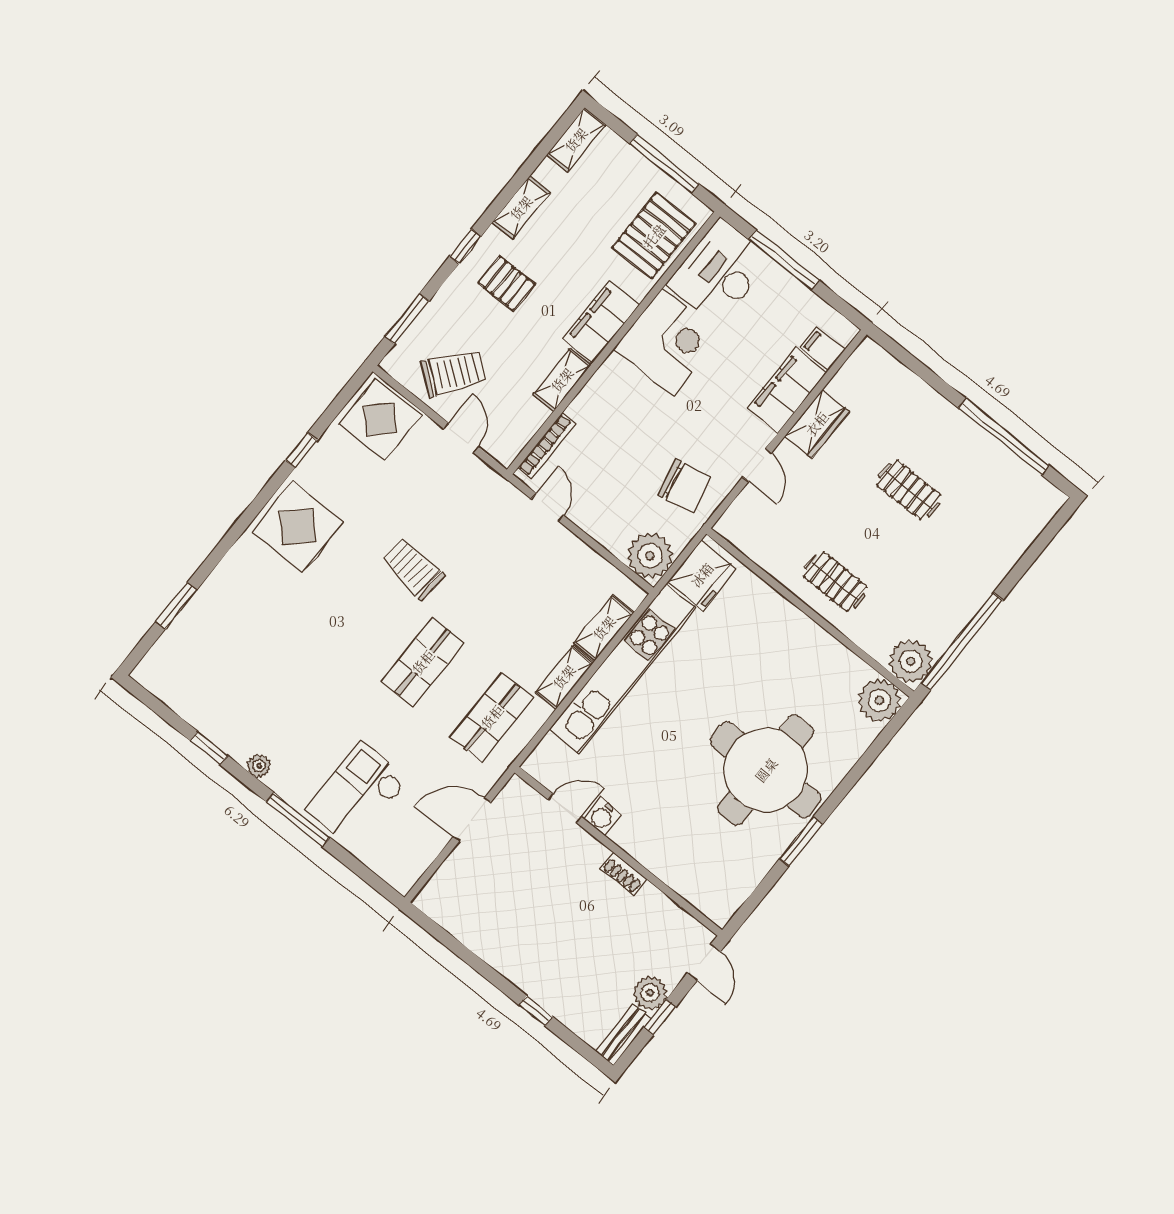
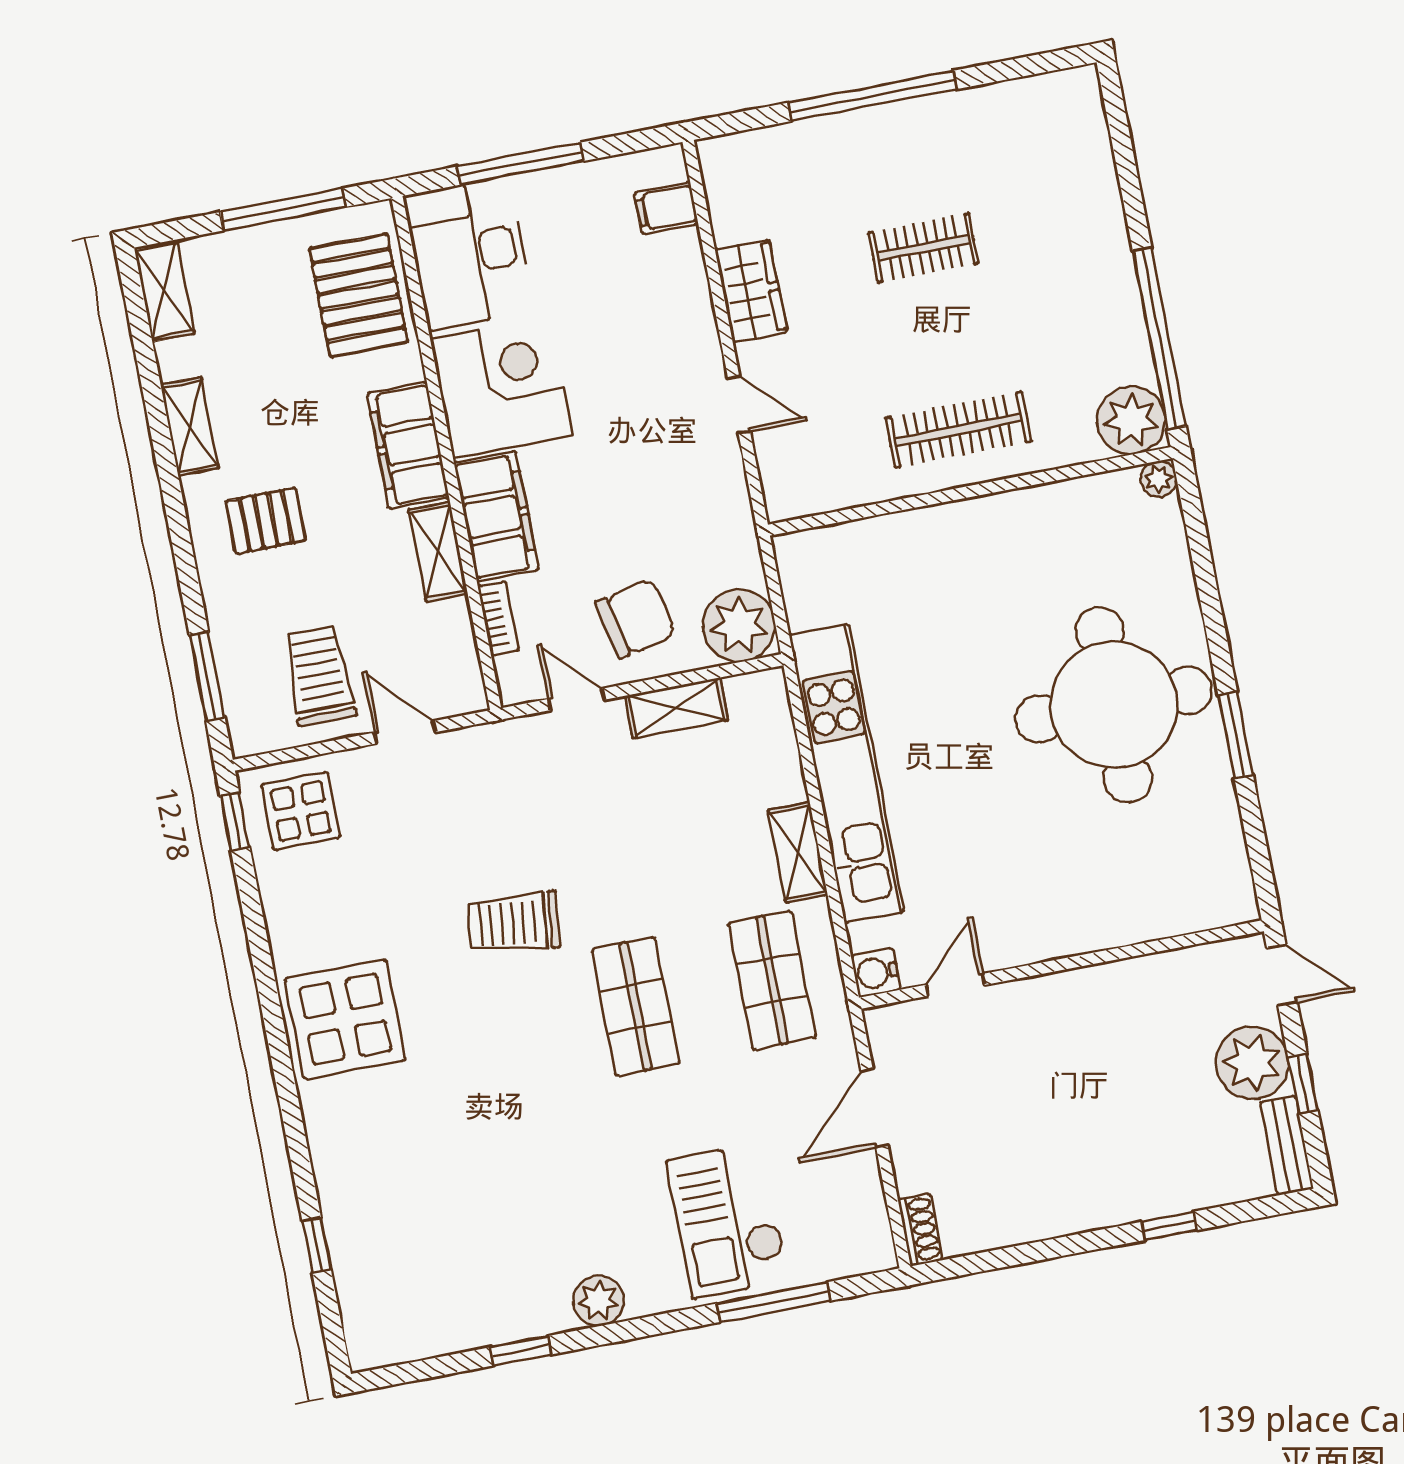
window: (465, 246) -> (179, 532), removed
trolley: (453, 373) -> (319, 675), turned -38
filing cabinet: (787, 390) -> (496, 516), moved, turned 180
display table: (380, 420) -> (301, 811), width x0.73, depth x0.73
window: (1004, 437) -> (872, 96), moved
bookcase: (547, 446) -> (498, 618), width x0.64
window: (301, 450) -> (235, 821), moved
chair: (684, 486) -> (636, 619), moved
fridge: (702, 575) -> (816, 583), removed
clothes rail: (835, 582) -> (958, 430), width x1.36
window: (176, 606) -> (317, 1245), width x0.67
shelving: (604, 628) -> (676, 708), moved, turned 90
plant: (879, 700) -> (1159, 479), width x0.53, depth x0.53
plant: (259, 766) -> (599, 1301), width x1.38, depth x1.38
water cooler: (602, 816) -> (876, 973), moved, turned 90
window: (298, 820) -> (773, 1302), moved
shoe rack: (624, 874) -> (920, 1230), moved, turned -90
plant: (650, 993) -> (1252, 1063), width x1.36, depth x1.36

